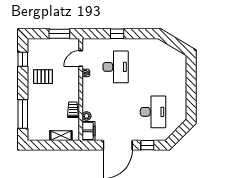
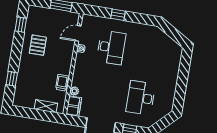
pallet: (43, 77) -> (38, 45), turned 90
desk: (153, 112) -> (141, 98), turned 180
window: (23, 114) -> (12, 79), width x0.46

